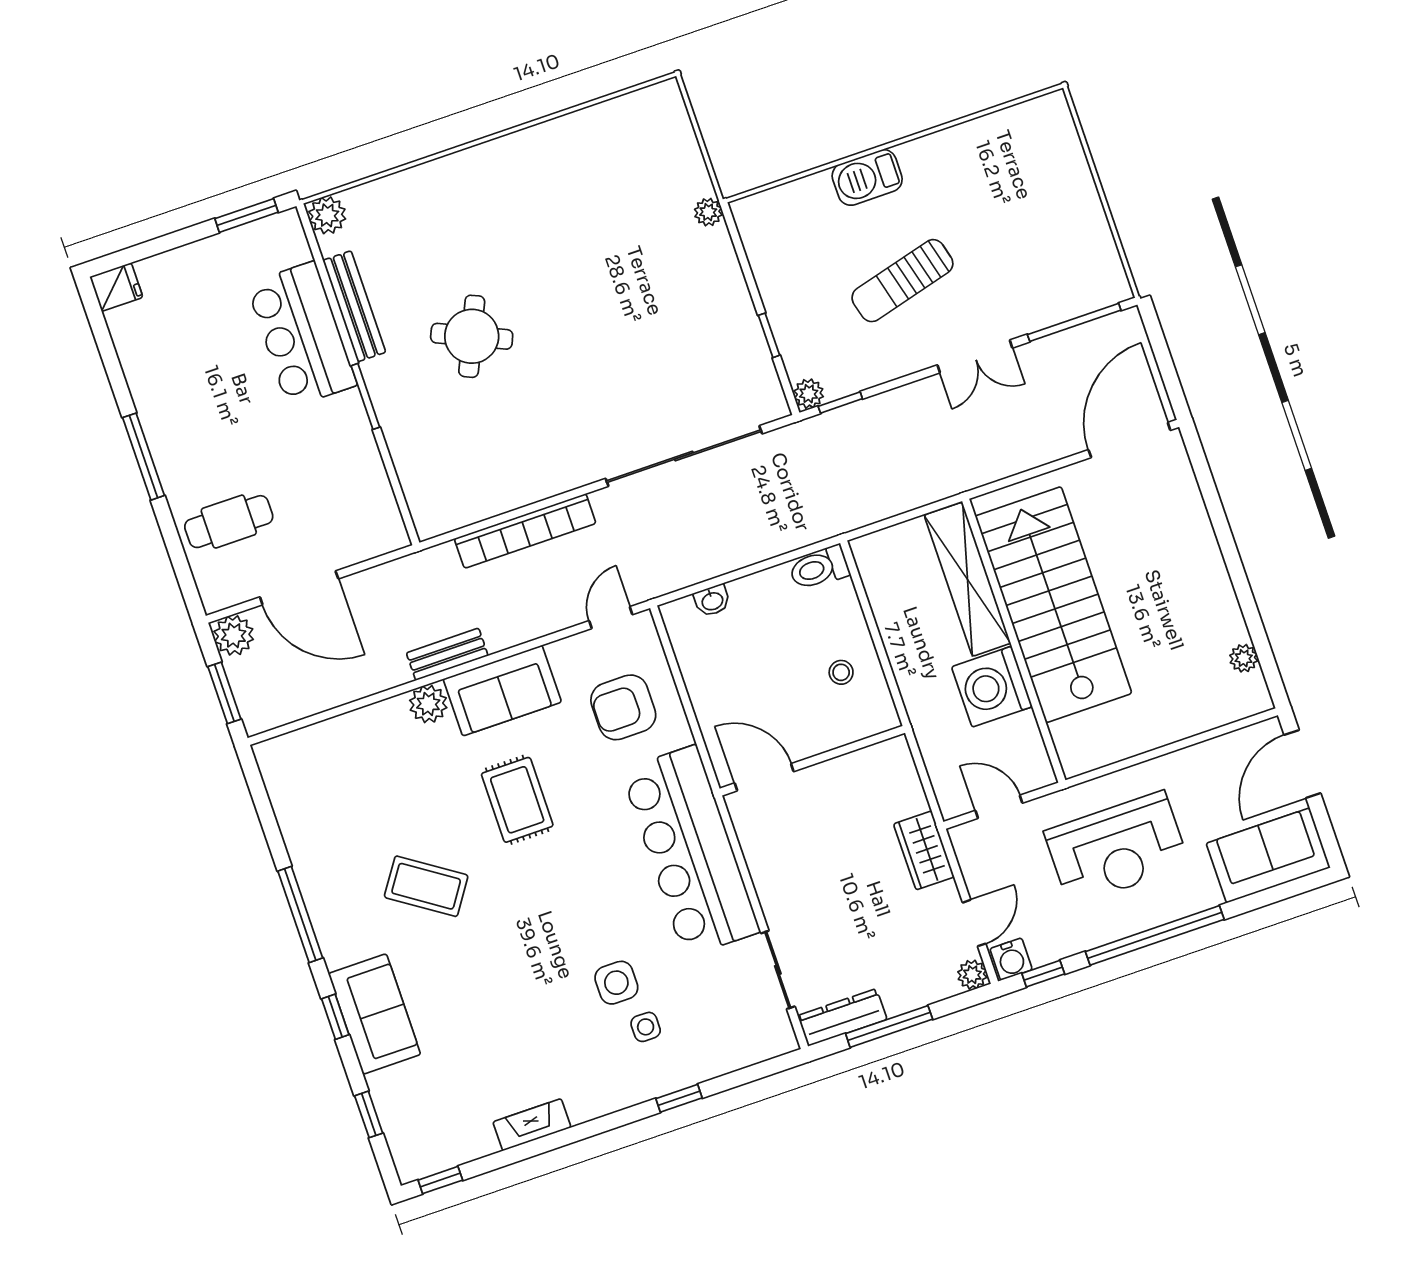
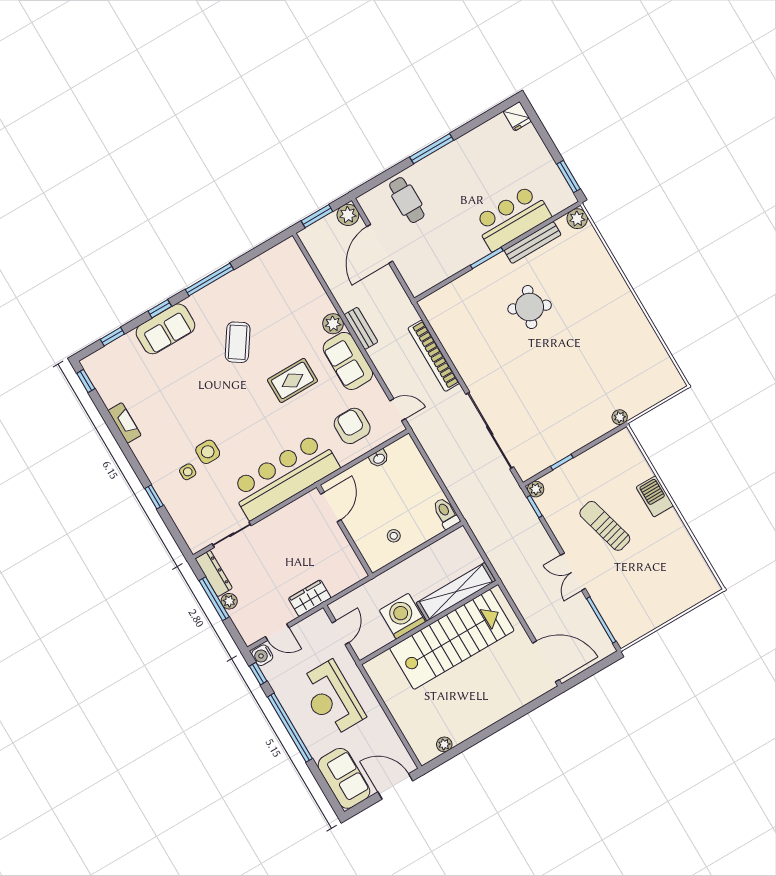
washbasin: (712, 601) -> (379, 458), moved, turned -90
plant: (972, 975) -> (229, 601), moved

